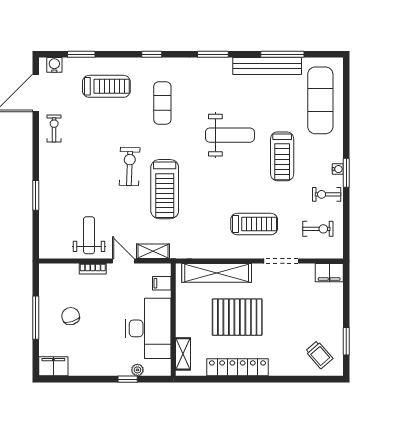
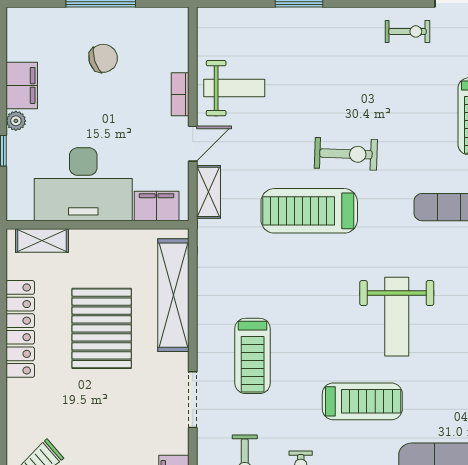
treadmill: (282, 156) -> (362, 401), turned 180
filing cabinet: (162, 283) -> (157, 206), width x2.00
filing cabinet: (53, 366) -> (22, 85), moved
plant: (137, 370) -> (16, 121), moved

